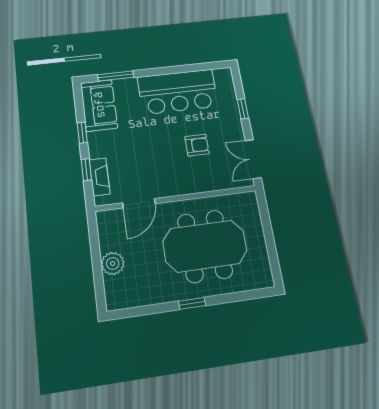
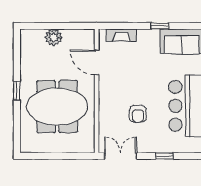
window: (86, 170) -> (129, 26), removed
meeting table: (205, 246) -> (57, 107), turned 90

